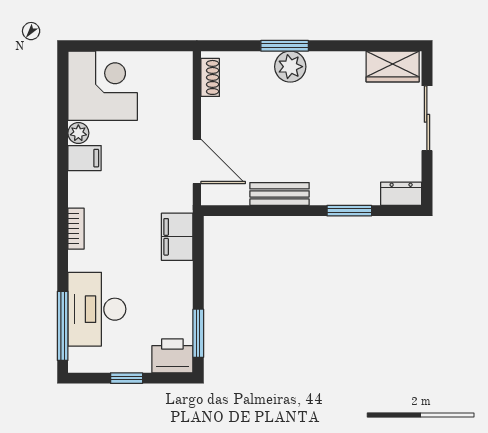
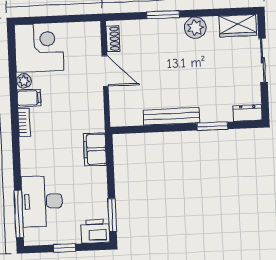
plant: (290, 67) -> (195, 28), moved
door: (197, 161) -> (105, 71), moved
bench: (280, 194) -> (171, 116), width x1.36
bookcase: (76, 229) -> (24, 122), moved

